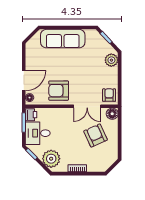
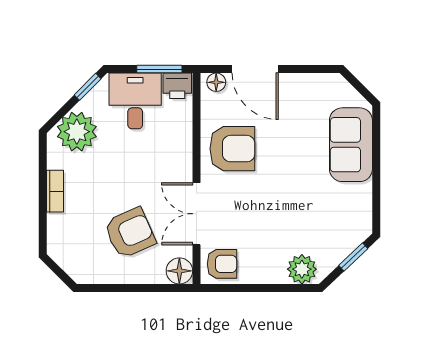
sofa: (63, 39) -> (351, 145), width x0.73
armchair: (59, 91) -> (232, 149), turned 90

